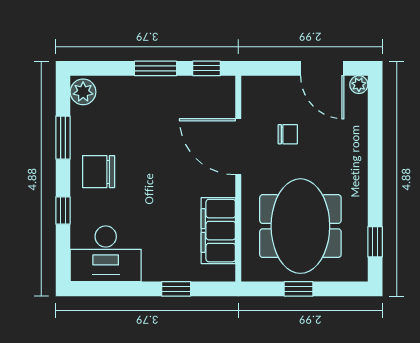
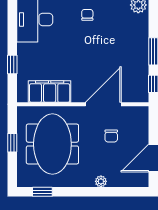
plant: (359, 85) -> (101, 181), moved
chair: (99, 172) -> (87, 15), width x0.54, depth x0.54
meeting table: (300, 226) -> (52, 144), turned 90

